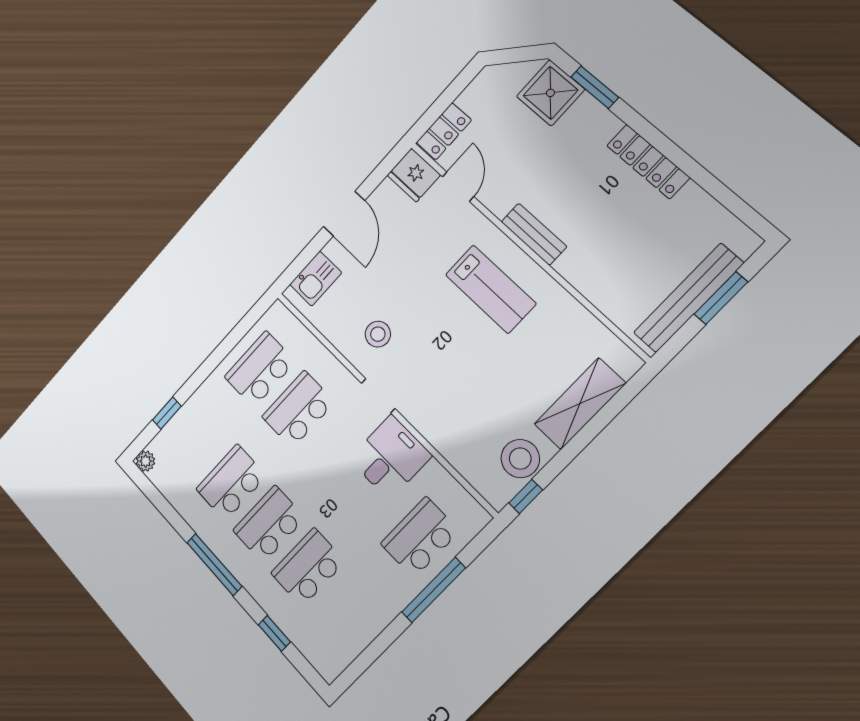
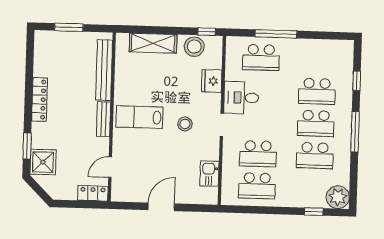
fridge: (414, 175) -> (212, 81), moved, turned 180
kitchen sink: (316, 279) -> (209, 174), moved, turned -90
lab bench: (491, 289) -> (139, 117), turned -90
bench: (688, 298) -> (104, 70), moved, turned 90
stool: (378, 334) -> (185, 124), moved
plant: (146, 461) -> (338, 197), width x1.87, depth x1.87

